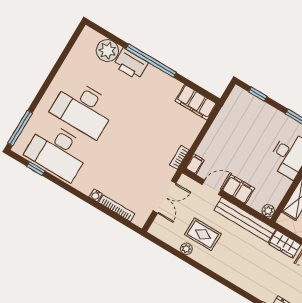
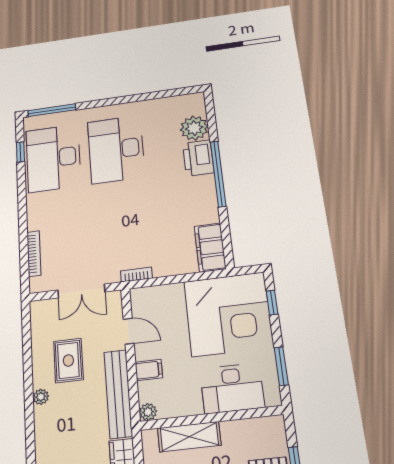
corner desk: (245, 124) -> (228, 314), added
filing cabinet: (195, 164) -> (141, 295), removed
filing cabinet: (238, 189) -> (149, 370), width x0.50
water cooler: (96, 195) -> (33, 224), removed
plant: (186, 249) -> (41, 397), moved

